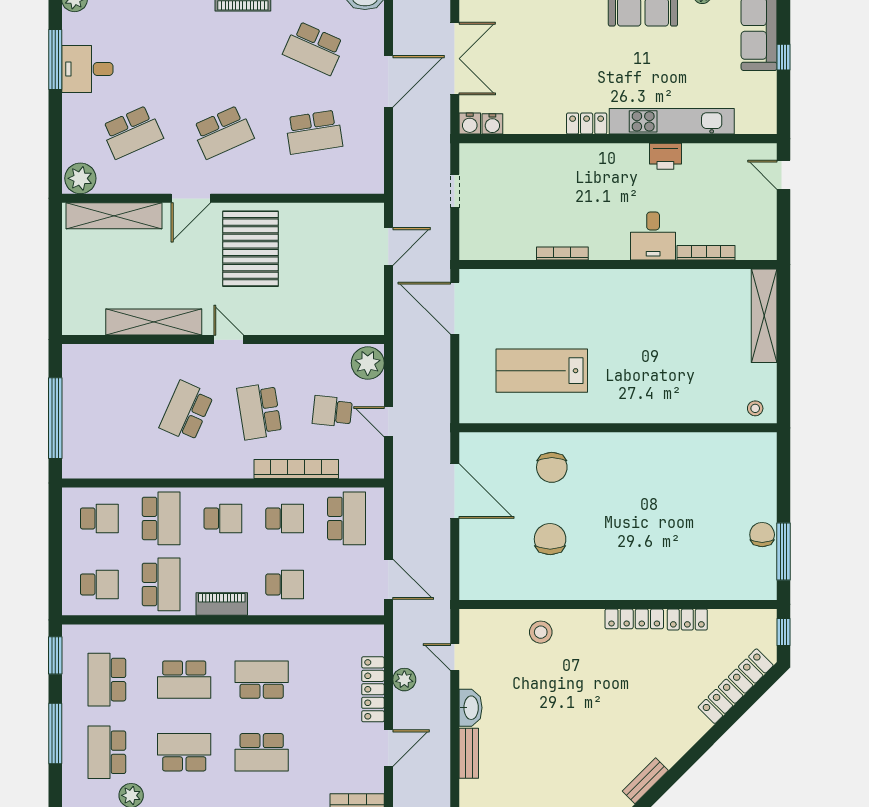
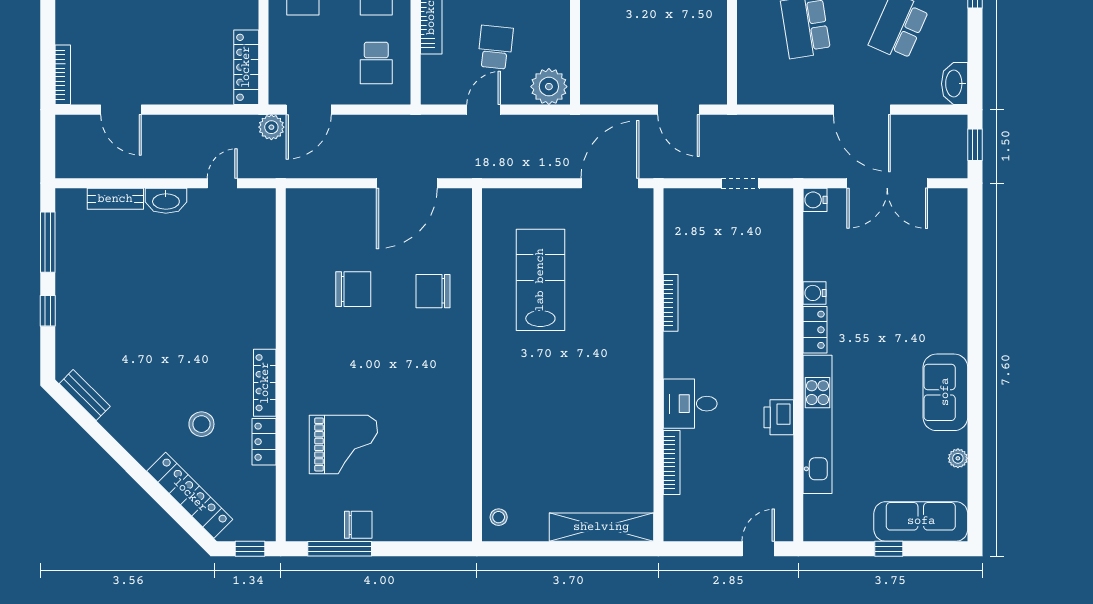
water cooler: (492, 124) -> (815, 293), moved
school desk: (346, 518) -> (376, 63), width x0.54
grand piano: (690, 548) -> (343, 444), added
stool: (541, 632) -> (201, 424), moved
plant: (404, 680) -> (271, 127), moved
locker: (373, 689) -> (246, 67), moved, turned -90

